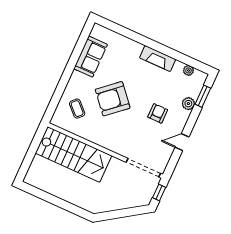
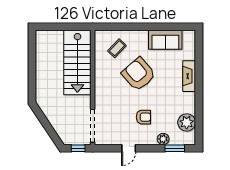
fireplace: (158, 58) -> (189, 76), moved
plant: (188, 70) -> (187, 122), width x1.87, depth x1.87
door: (182, 142) -> (129, 148), swing flipped

